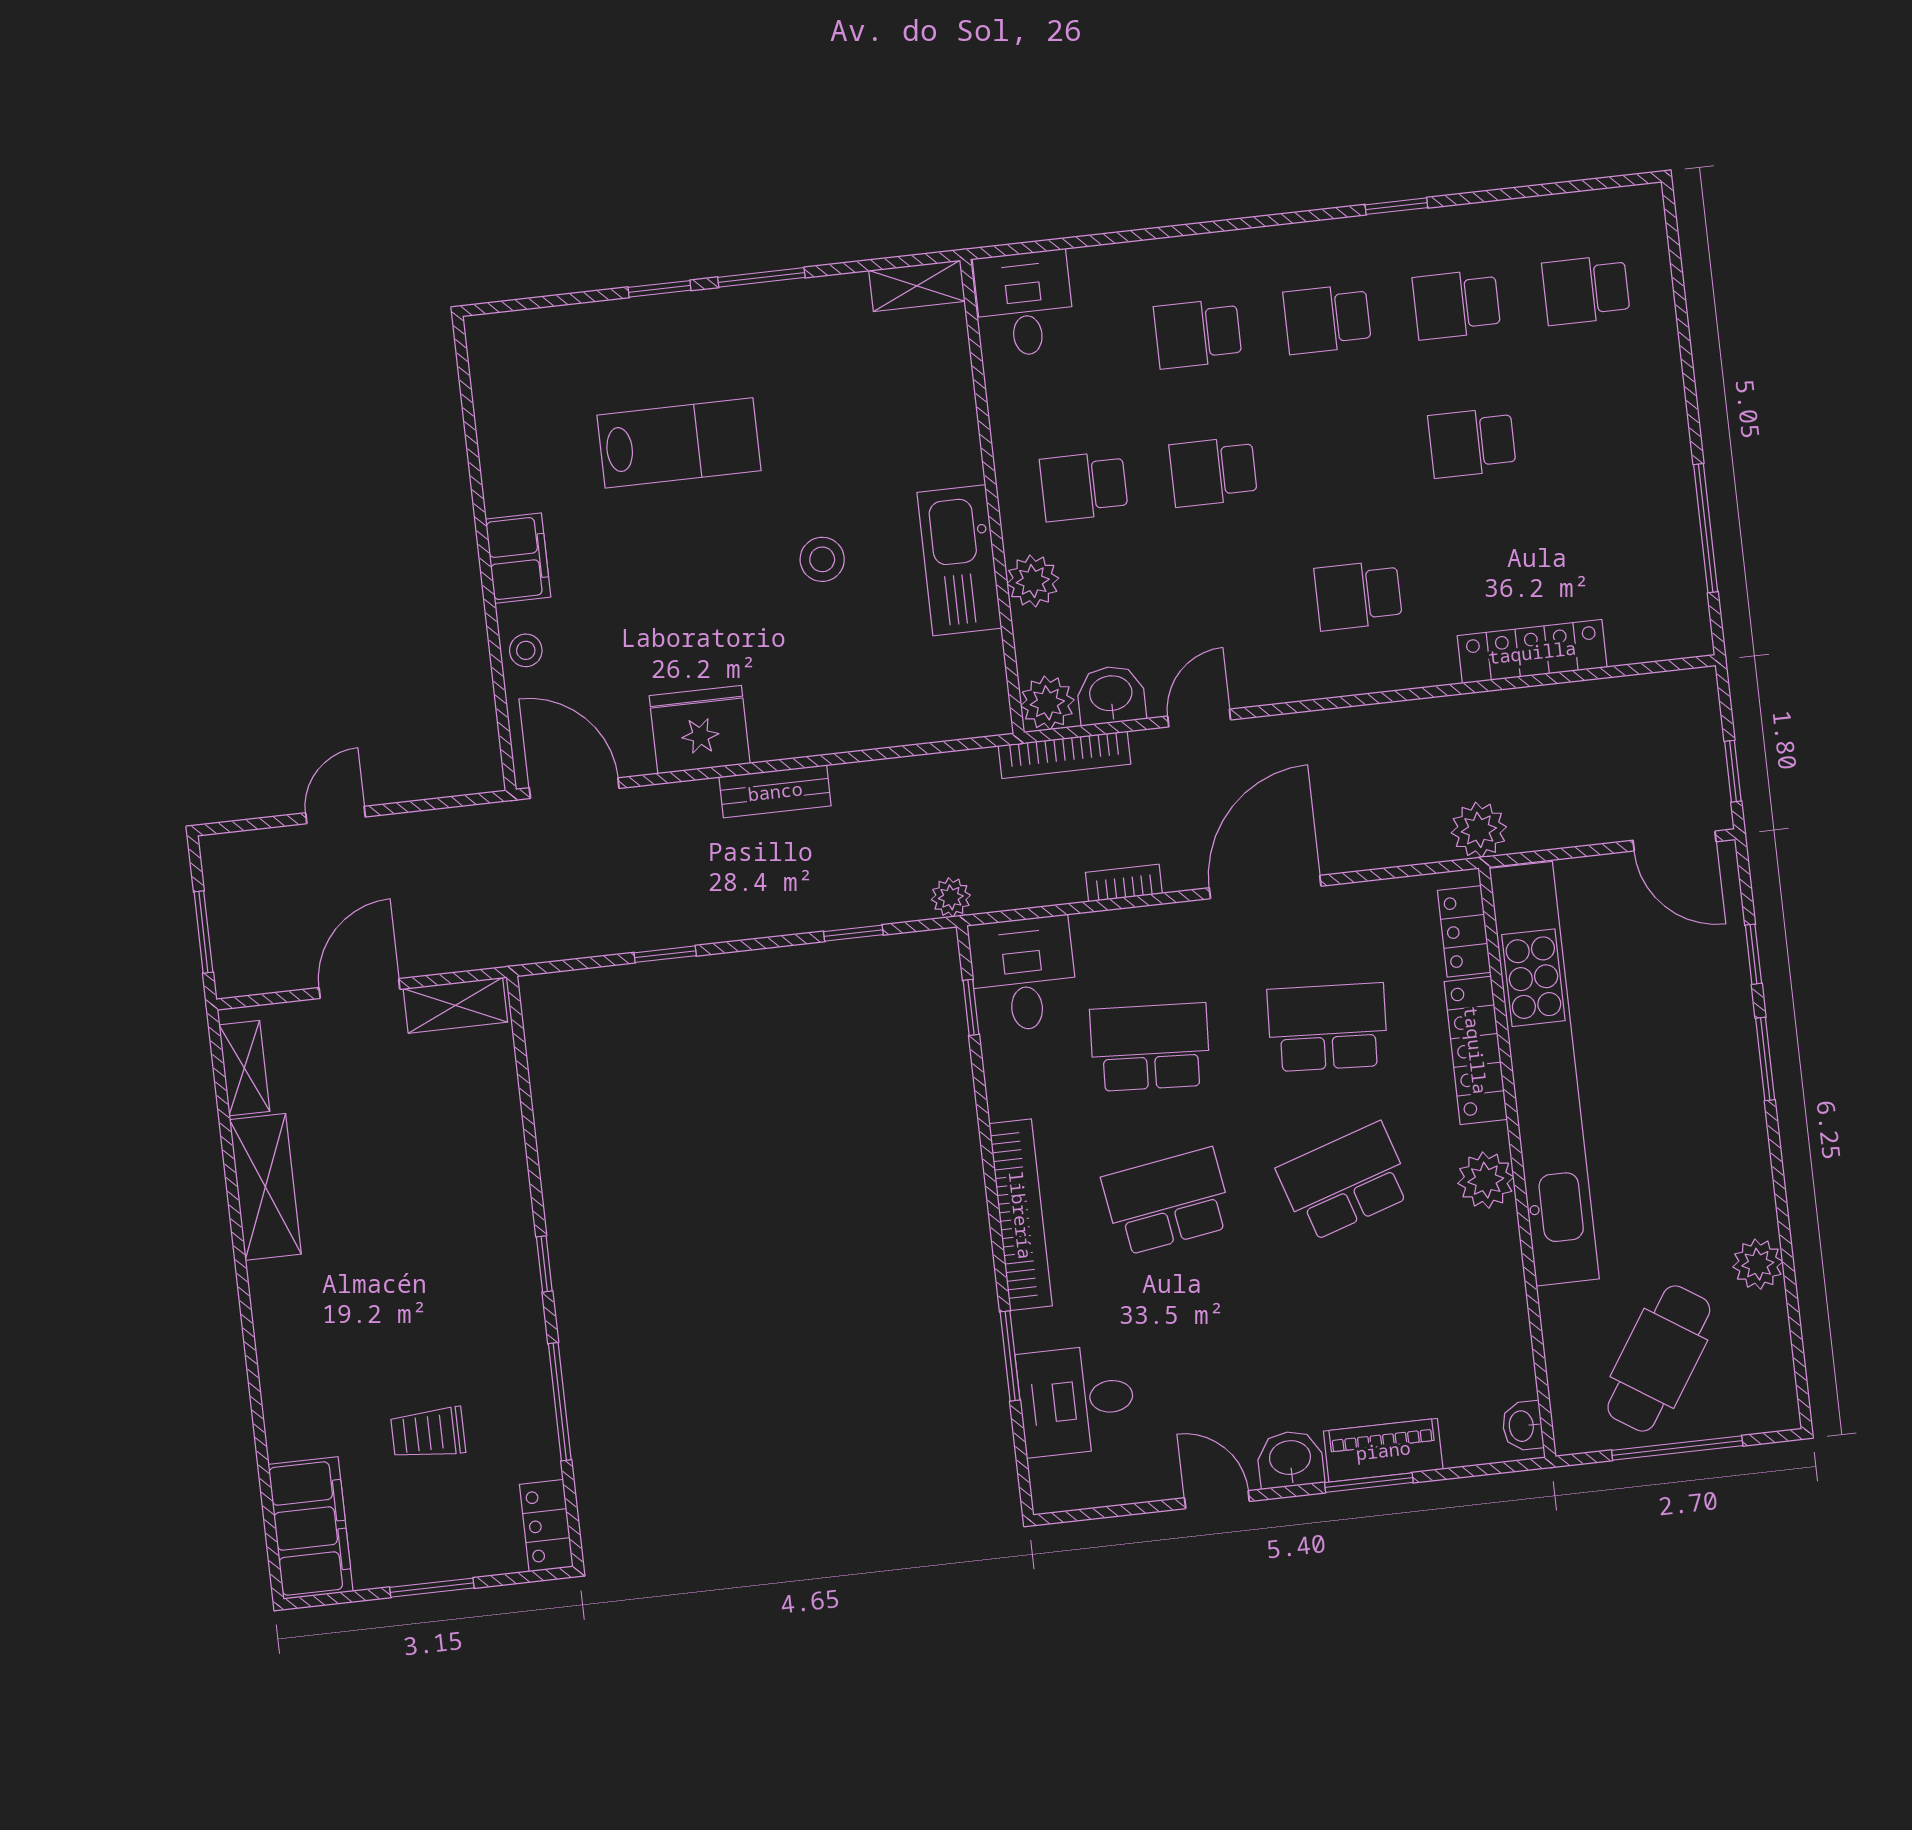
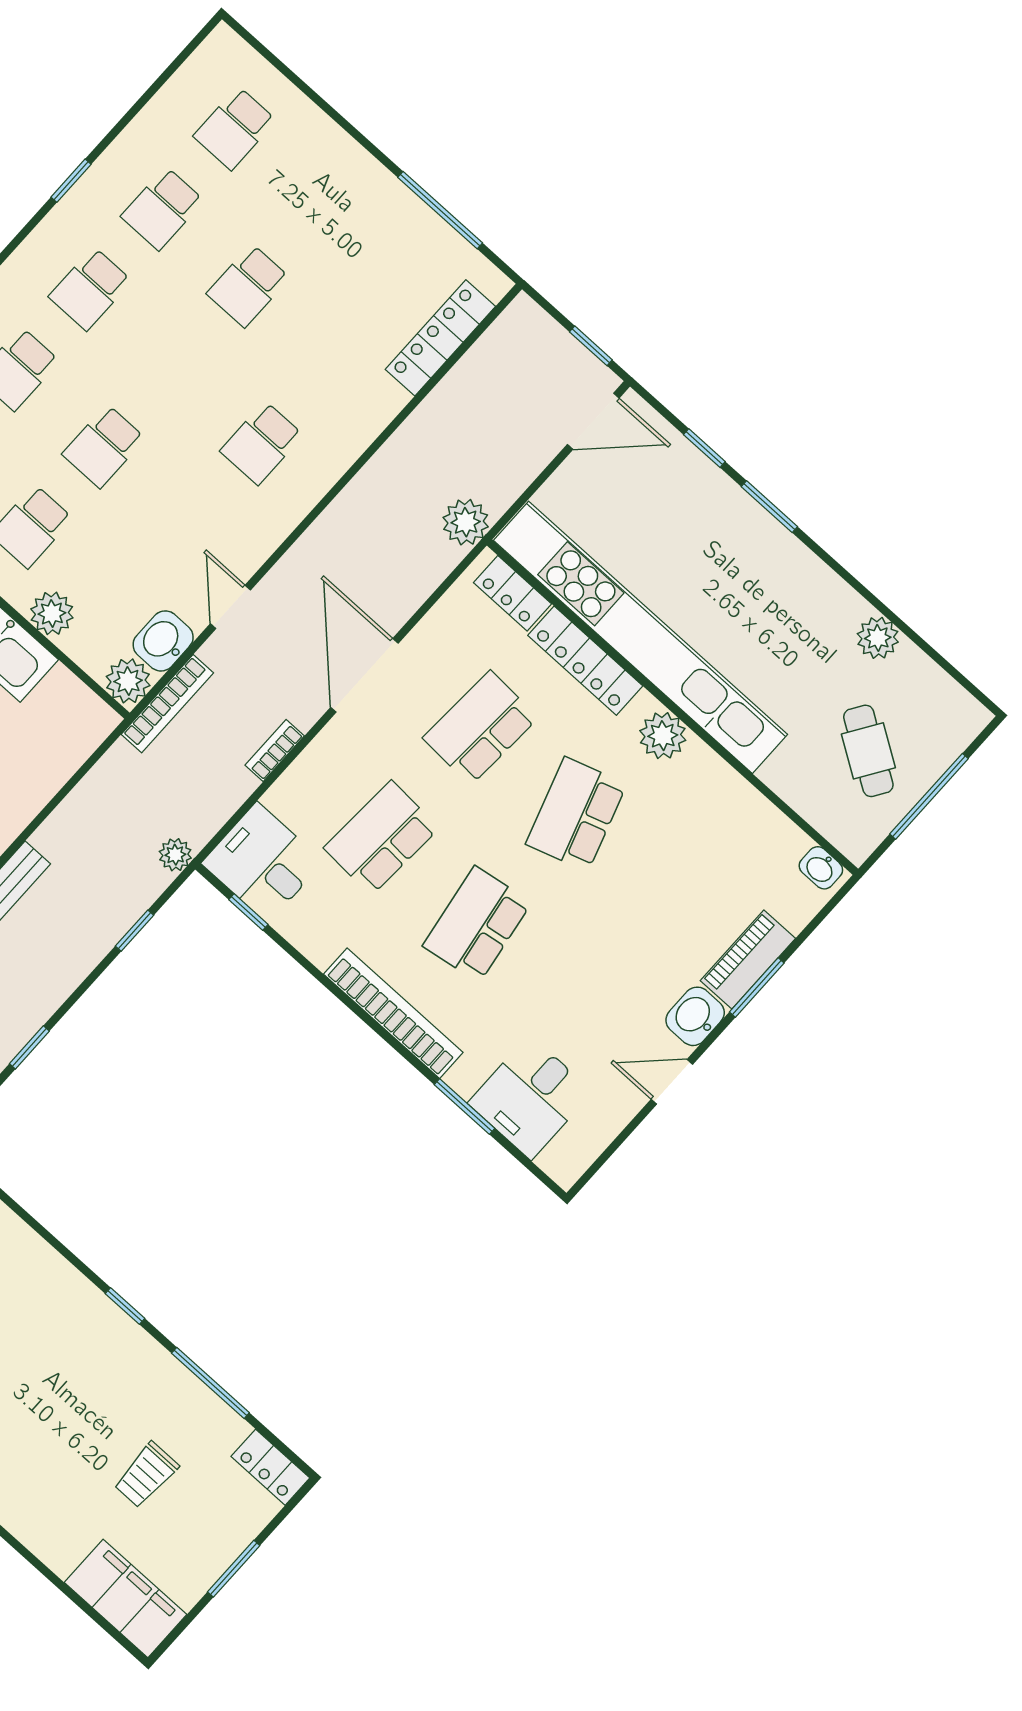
locker: (1532, 652) -> (440, 338), moved
cafe table: (1659, 1358) -> (868, 751), width x0.73, depth x0.74

